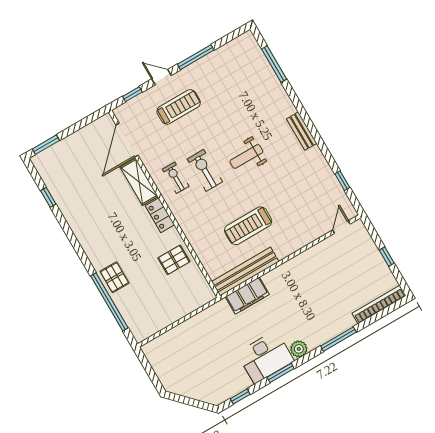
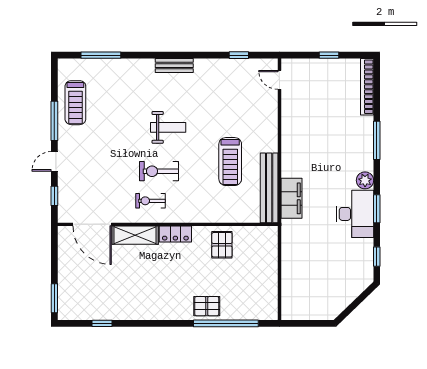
treadmill: (179, 107) -> (75, 103), moved, turned 180
weight bench: (246, 156) -> (168, 127), turned -90

